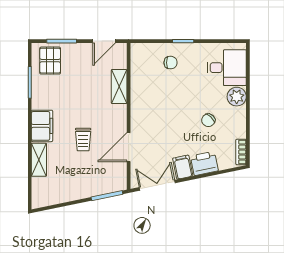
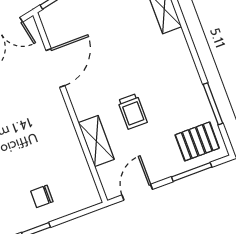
pallet: (50, 61) -> (197, 141), turned 90
filing cabinet: (42, 126) -> (176, 54), removed
trolley: (83, 139) -> (132, 111), moved, turned 180

